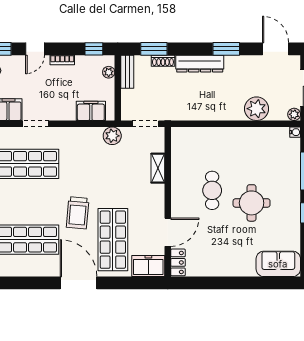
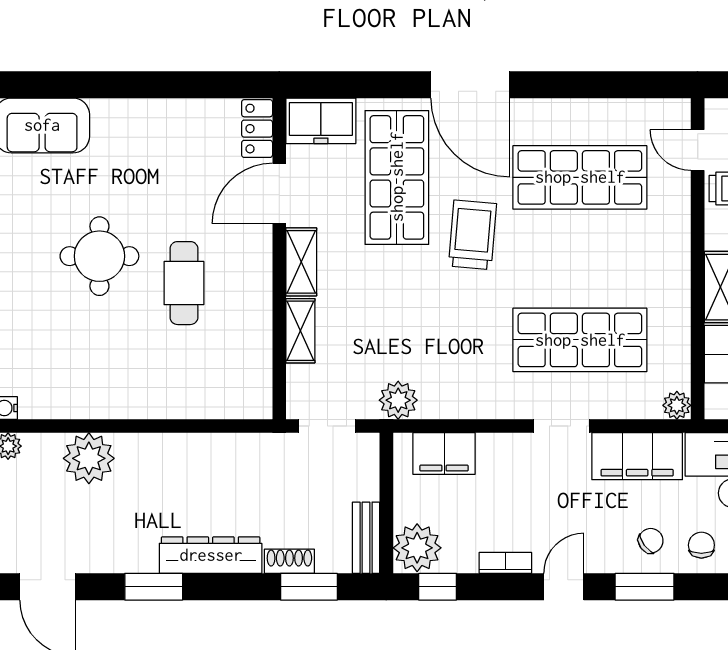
plant: (109, 72) -> (417, 548), width x1.87, depth x1.87
shelving: (157, 200) -> (301, 262), added

